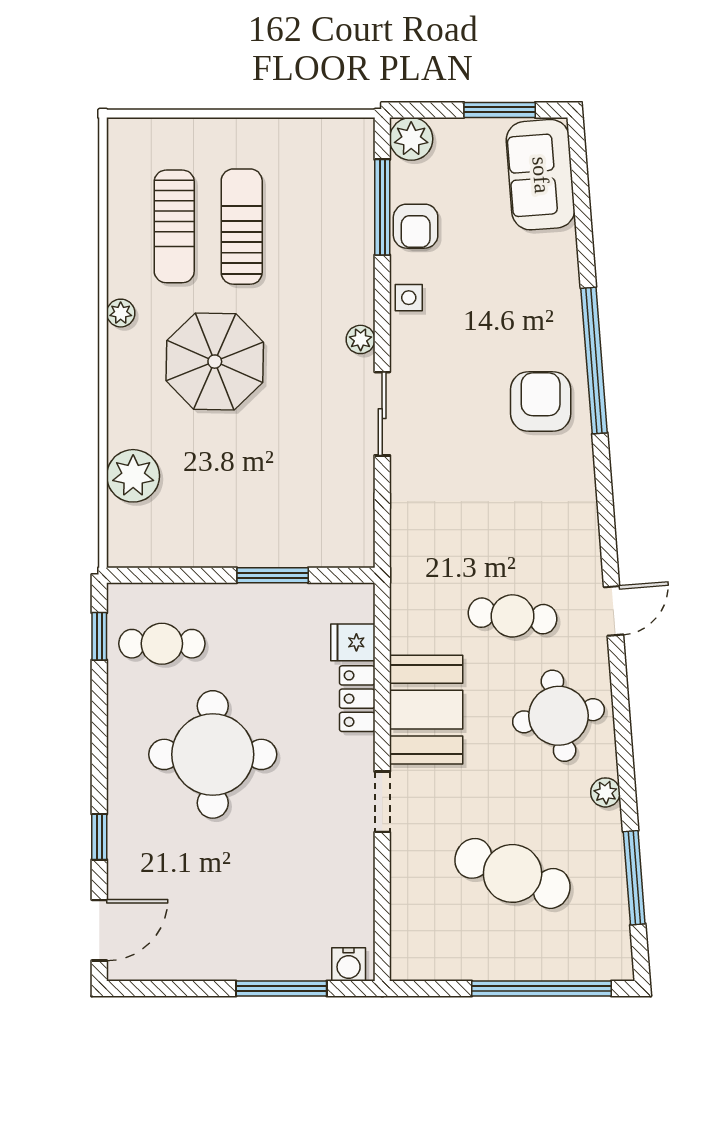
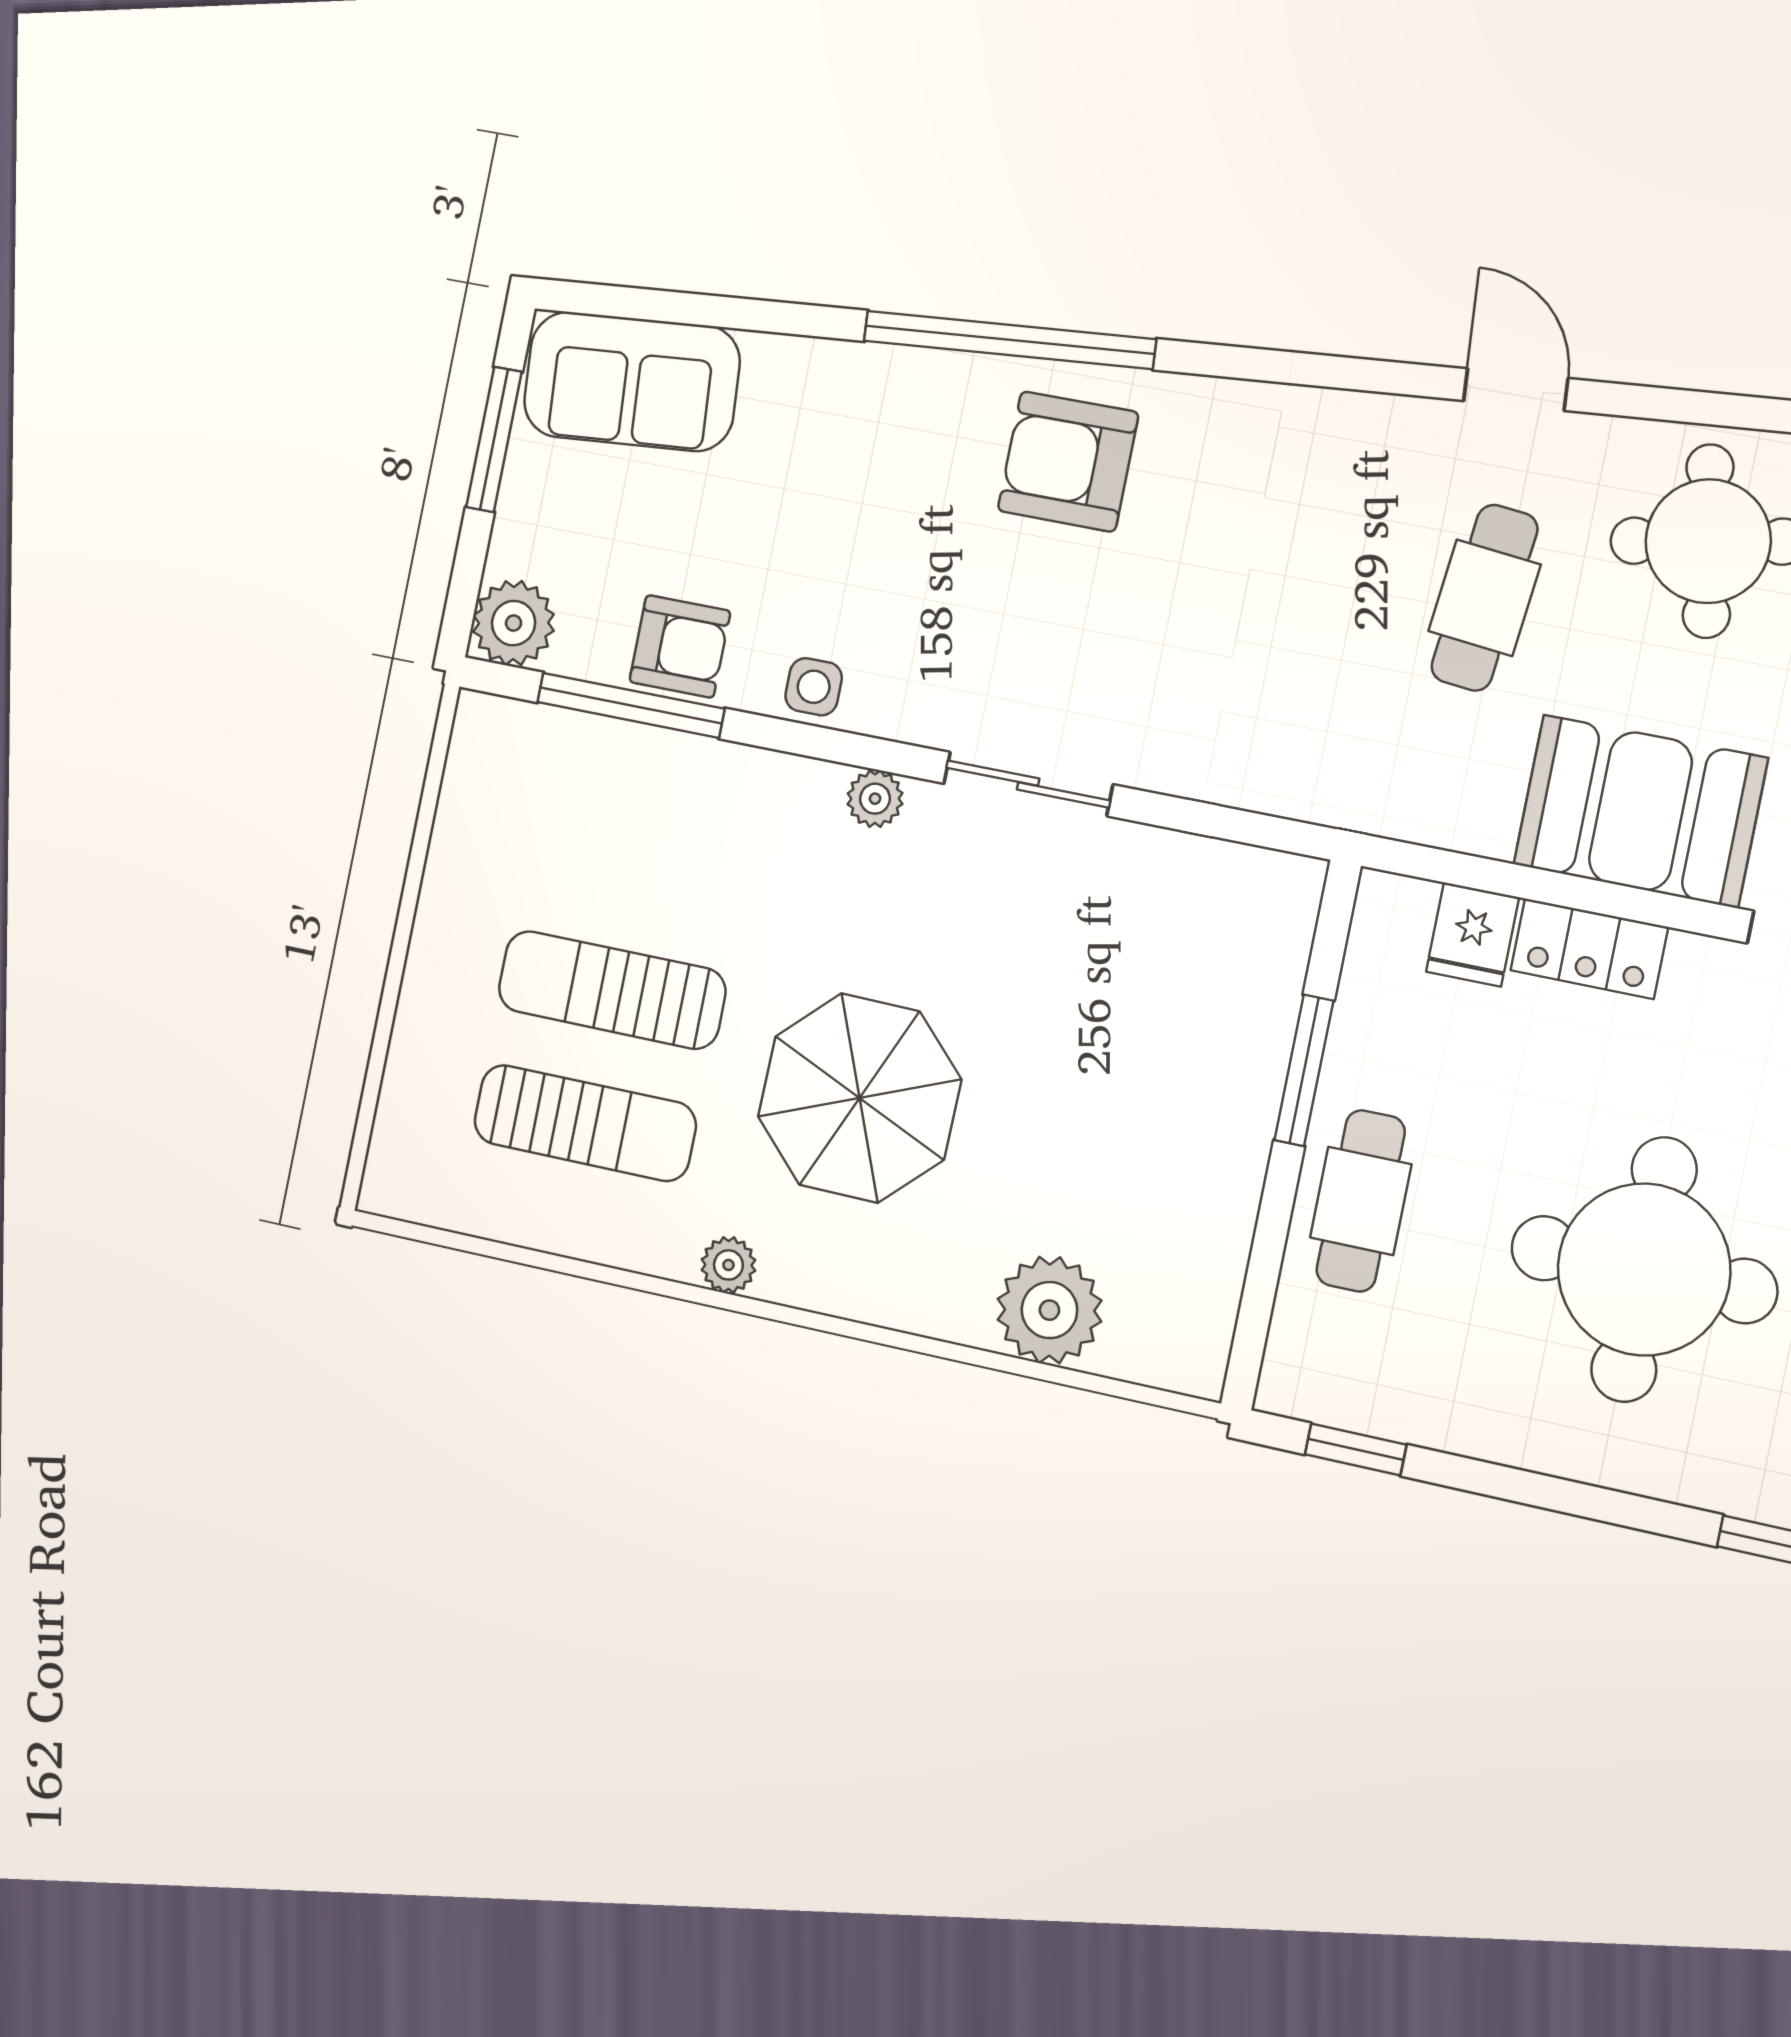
cafe table: (162, 644) -> (1361, 1201), moved

